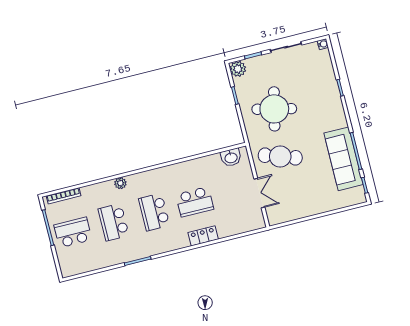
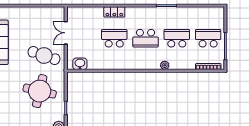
school desk: (154, 212) -> (146, 38), turned 90
school desk: (114, 222) -> (177, 38), turned -90
school desk: (73, 232) -> (208, 38), turned 180

